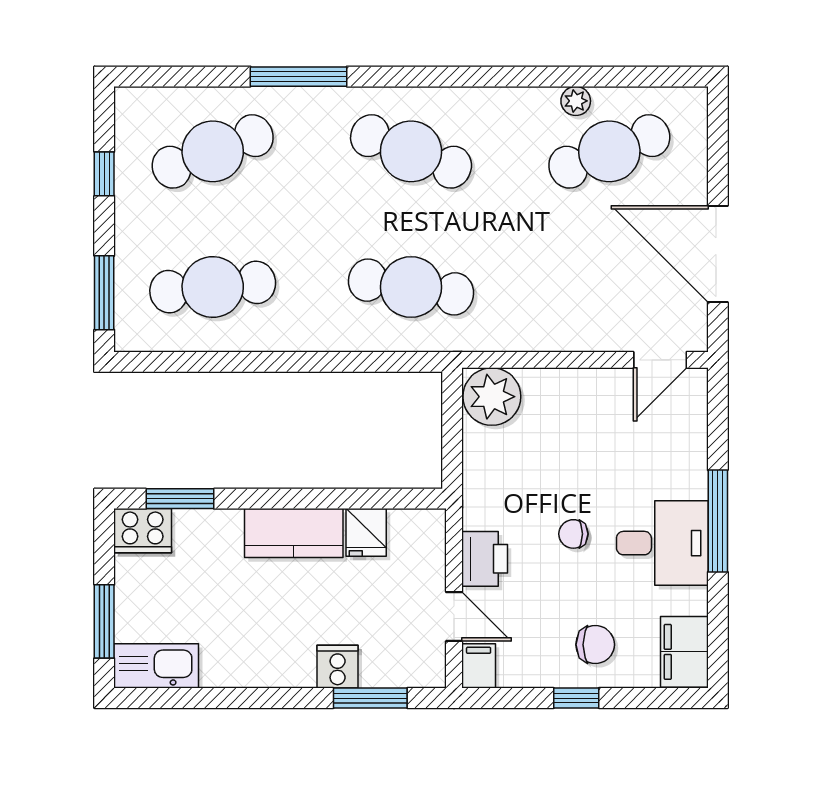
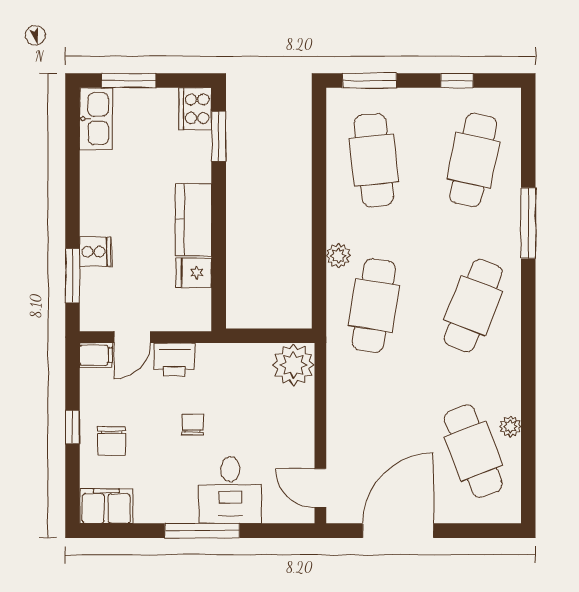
cafe table: (213, 151) -> (473, 160), turned 33
plant: (343, 335) -> (338, 256), added
desk: (662, 543) -> (230, 490), moved

